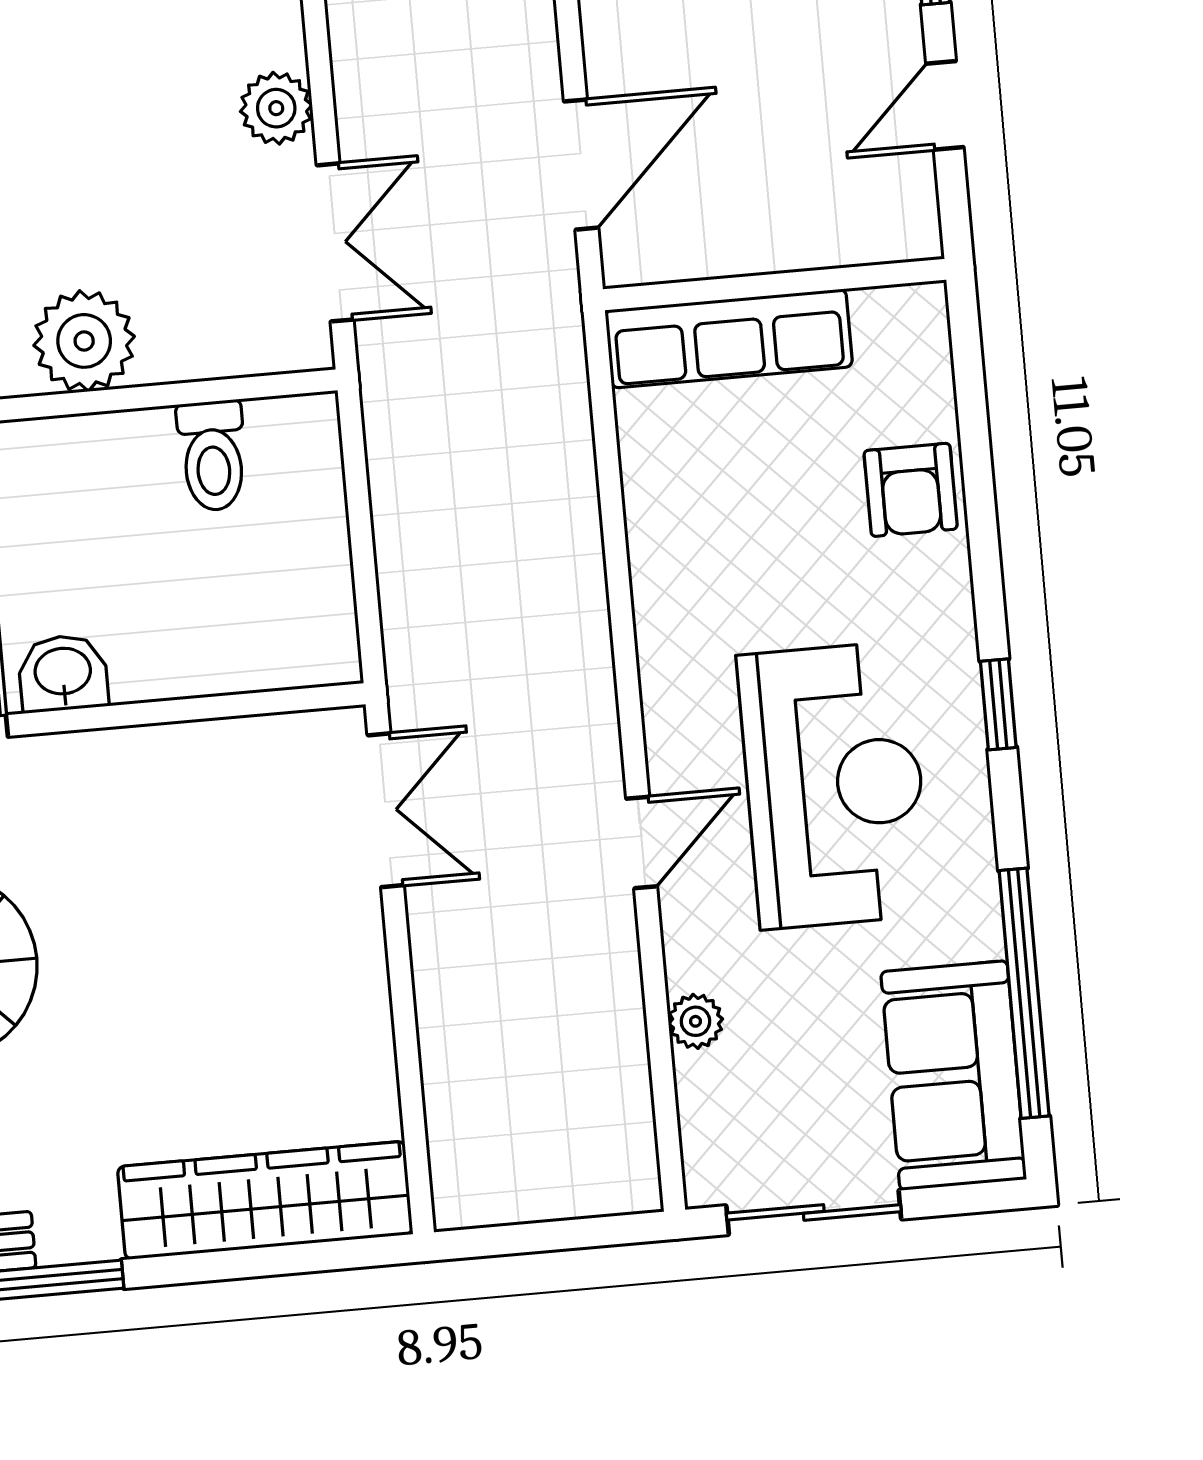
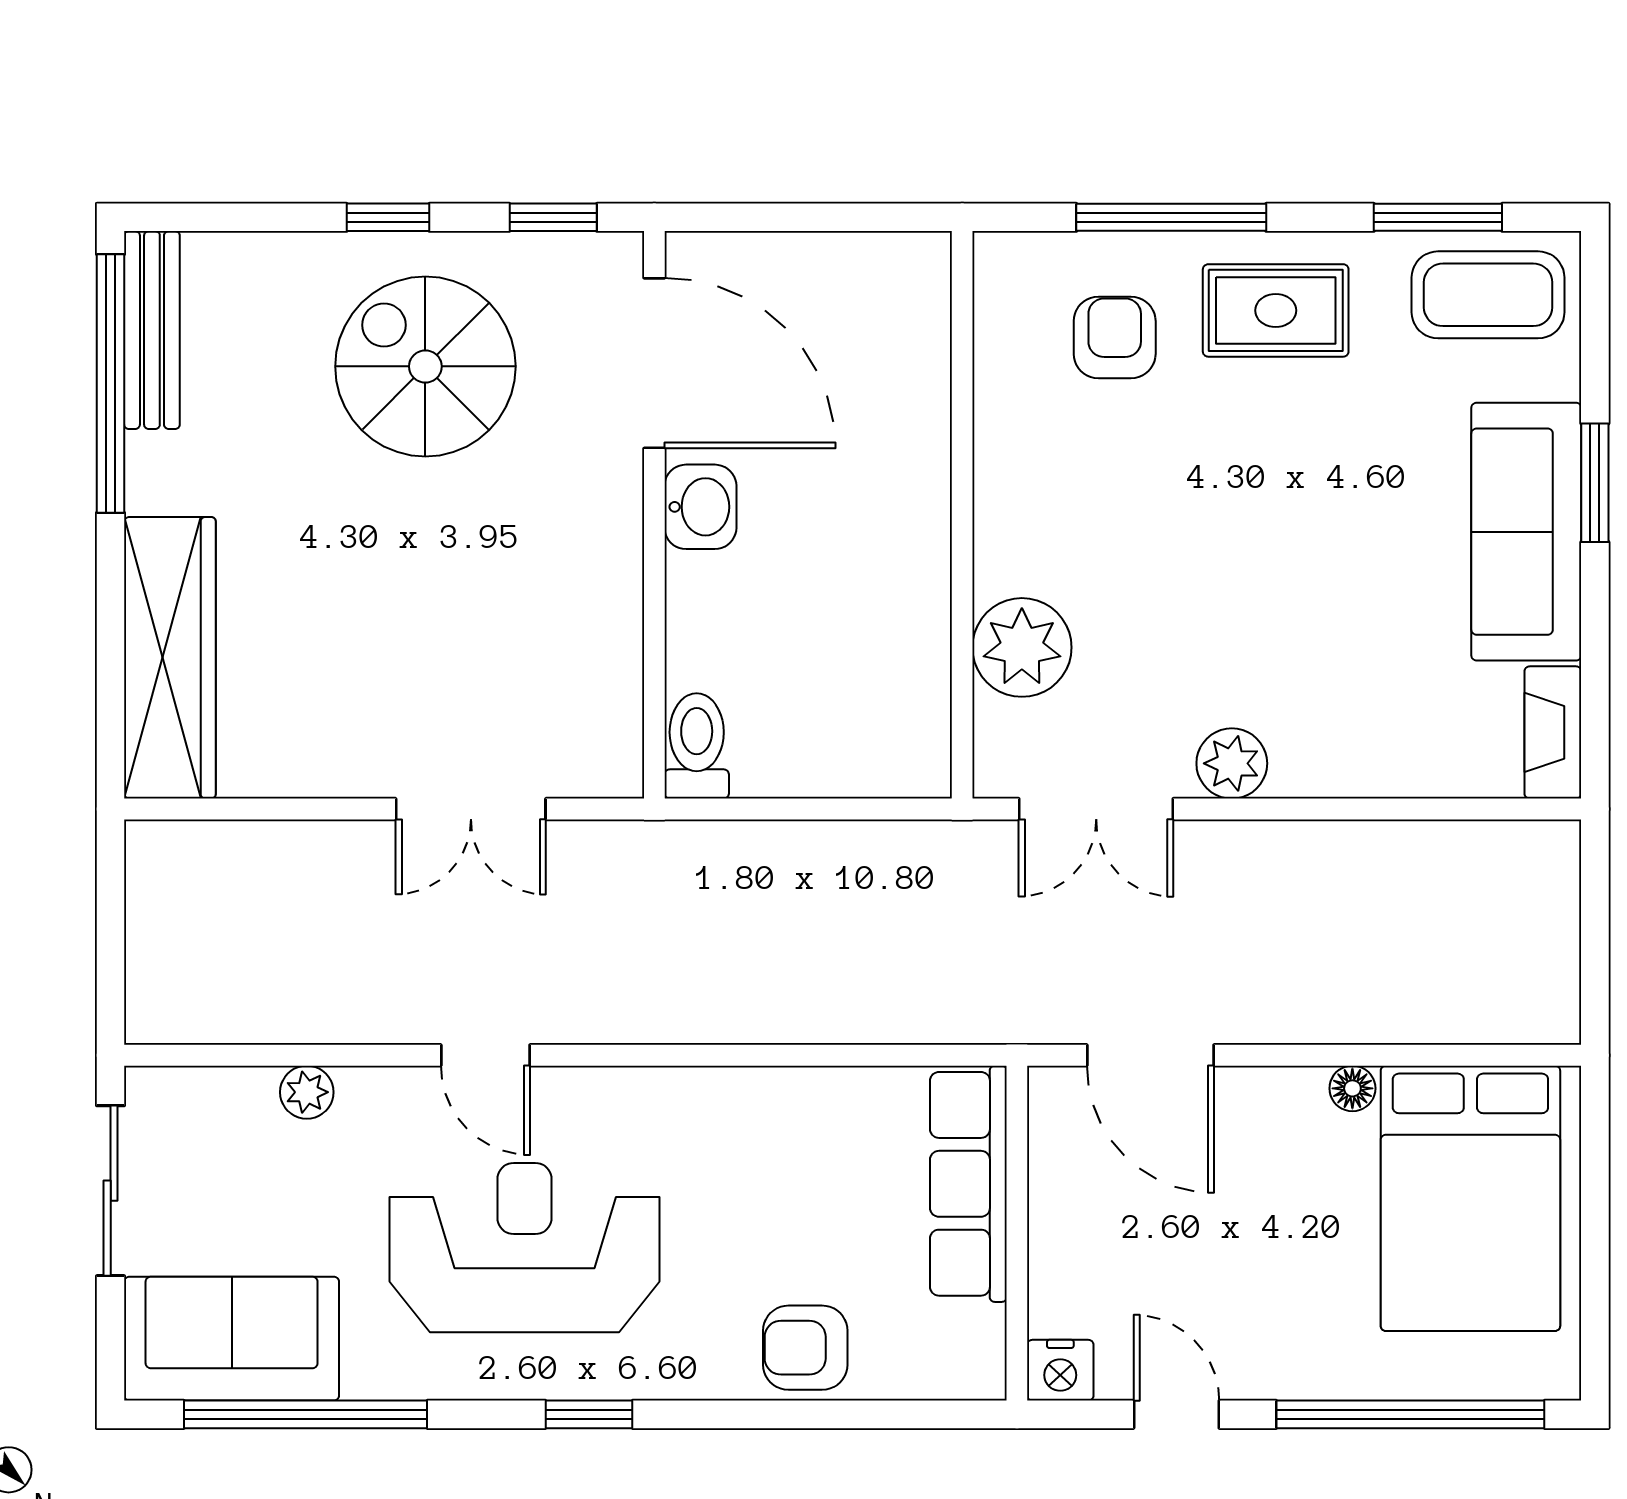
nightstand: (910, 228) -> (1060, 1370), added
plant: (84, 341) -> (1022, 647), moved
toilet: (213, 456) -> (697, 746), moved, turned 90
reception desk: (834, 785) -> (525, 1248), turned 180
double door: (386, 810) -> (471, 809), moved

